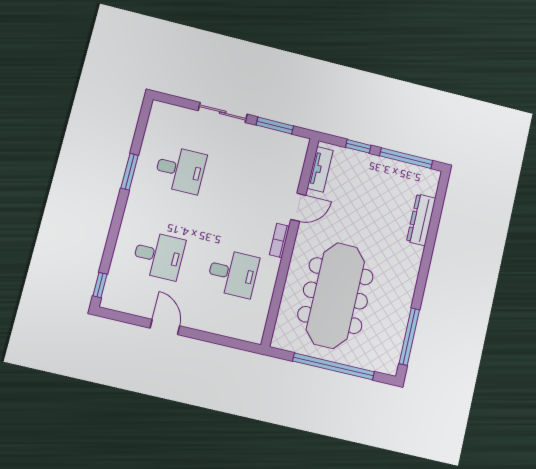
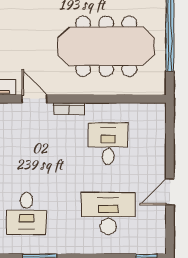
desk: (180, 170) -> (26, 213), turned 180
desk: (159, 255) -> (108, 213), width x1.37

